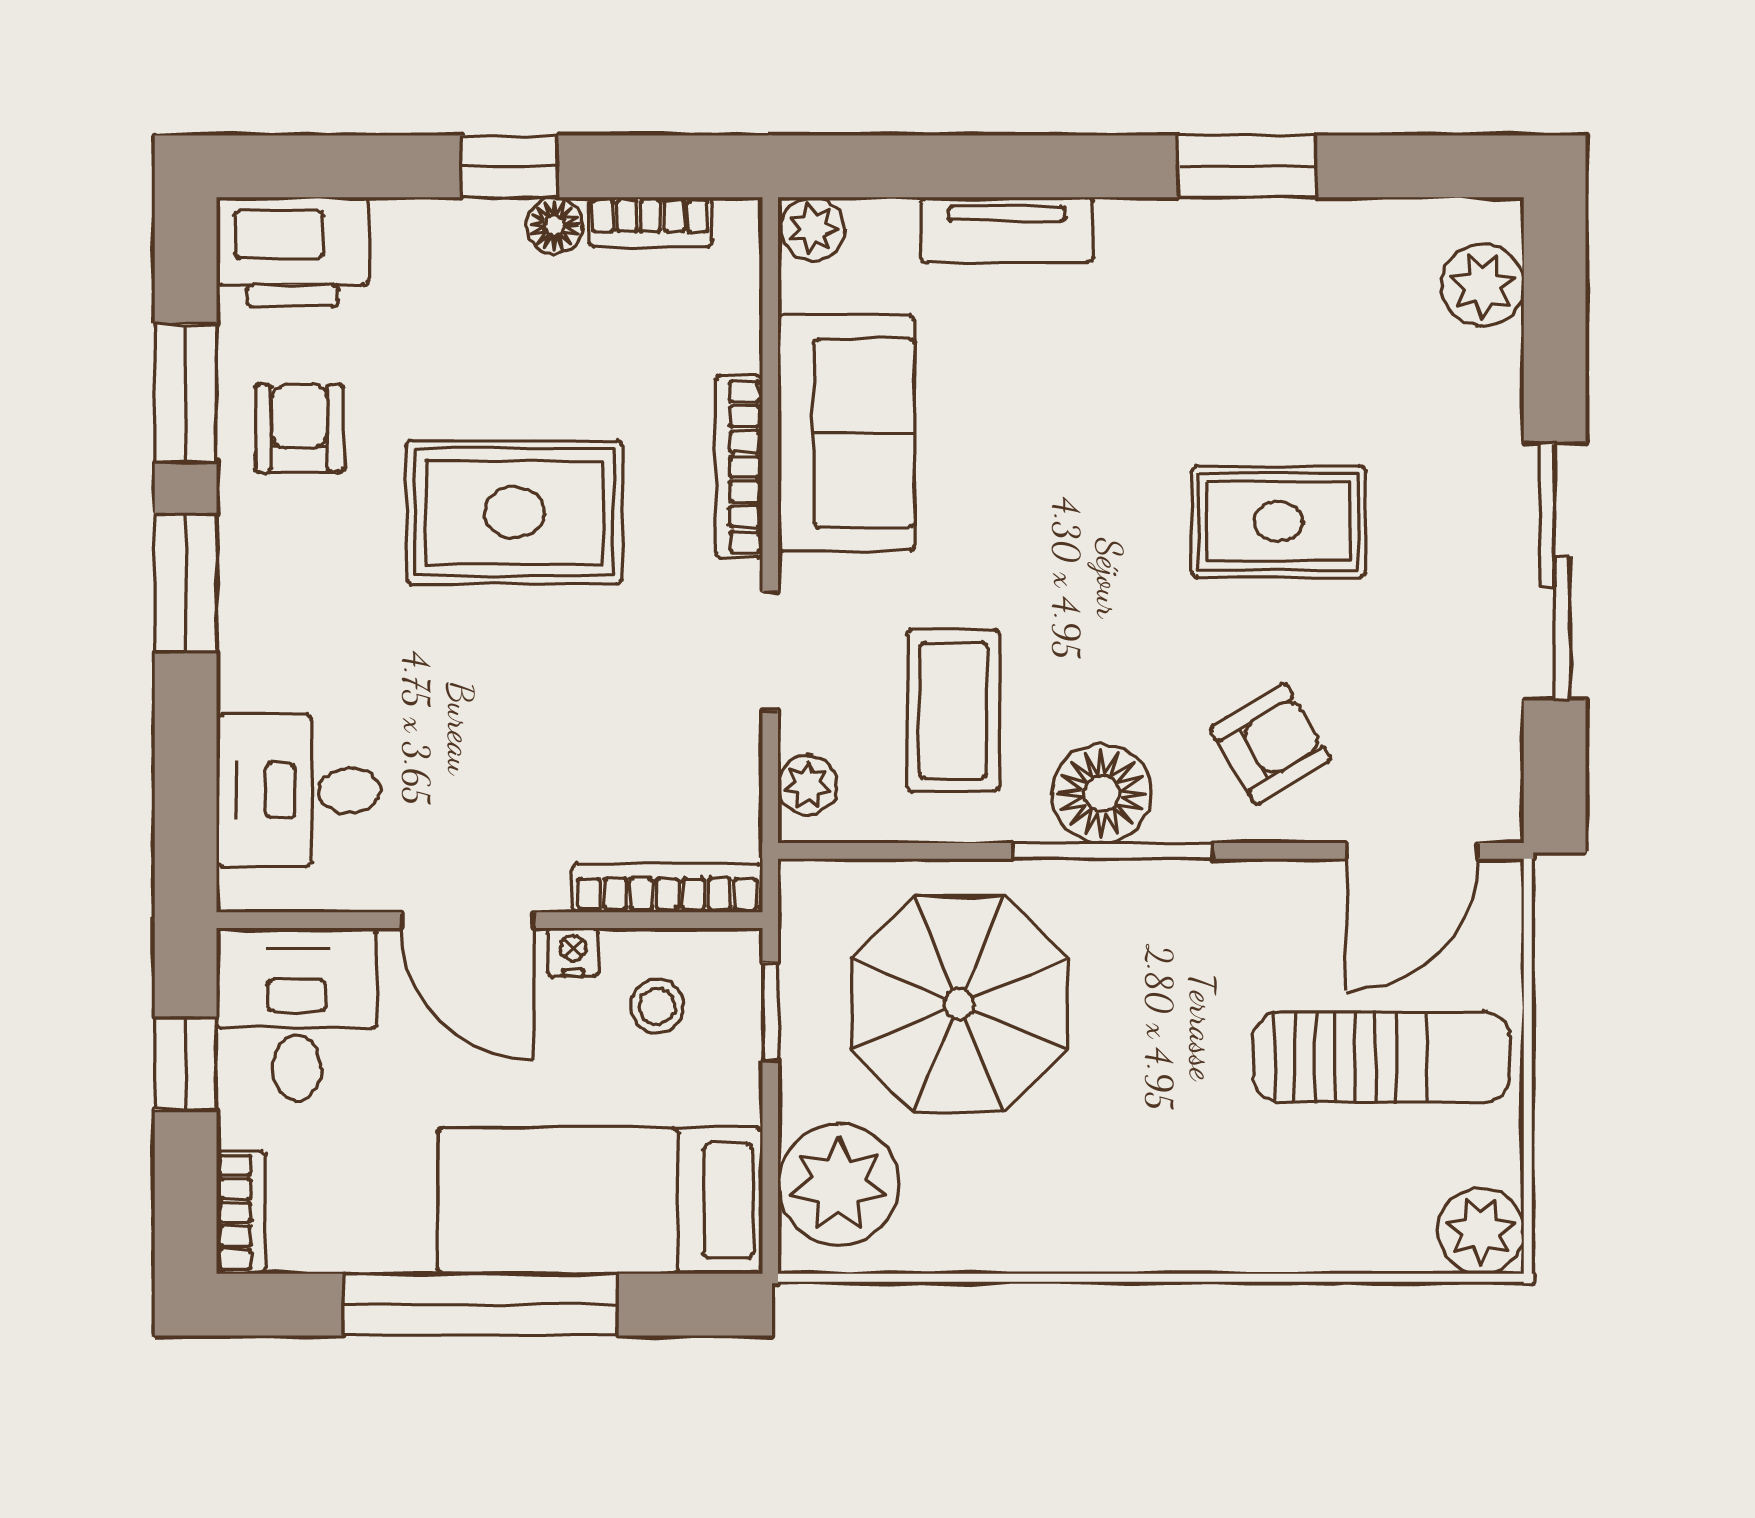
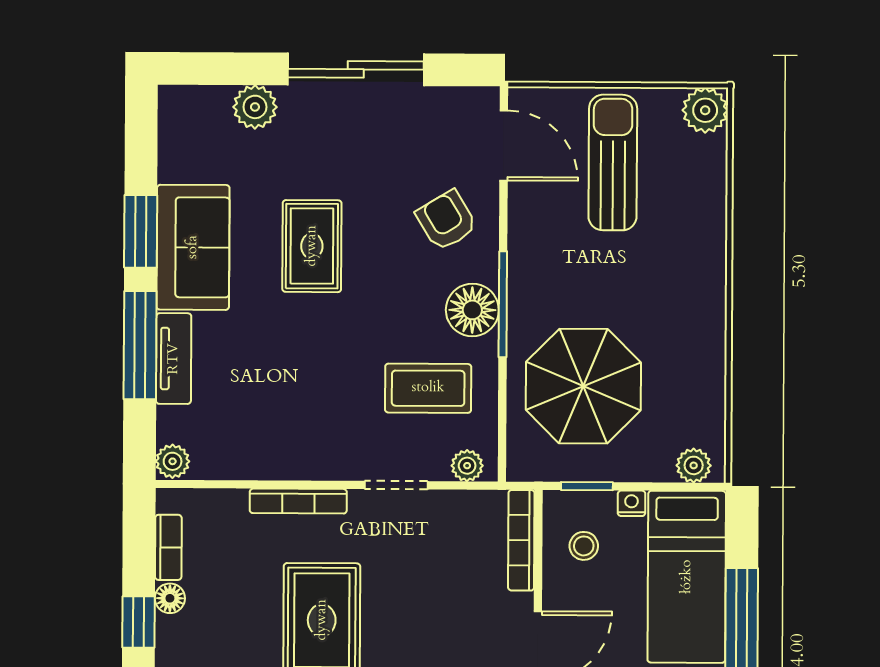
window: (1032, 166) -> (140, 345), added
plant: (1483, 285) -> (255, 107), moved
sofa: (846, 433) -> (193, 247), moved, turned 90
rug: (1279, 522) -> (312, 246), moved
nightstand: (573, 952) -> (631, 503), moved, turned 90
plant: (839, 1184) -> (694, 465), width x0.53, depth x0.53

